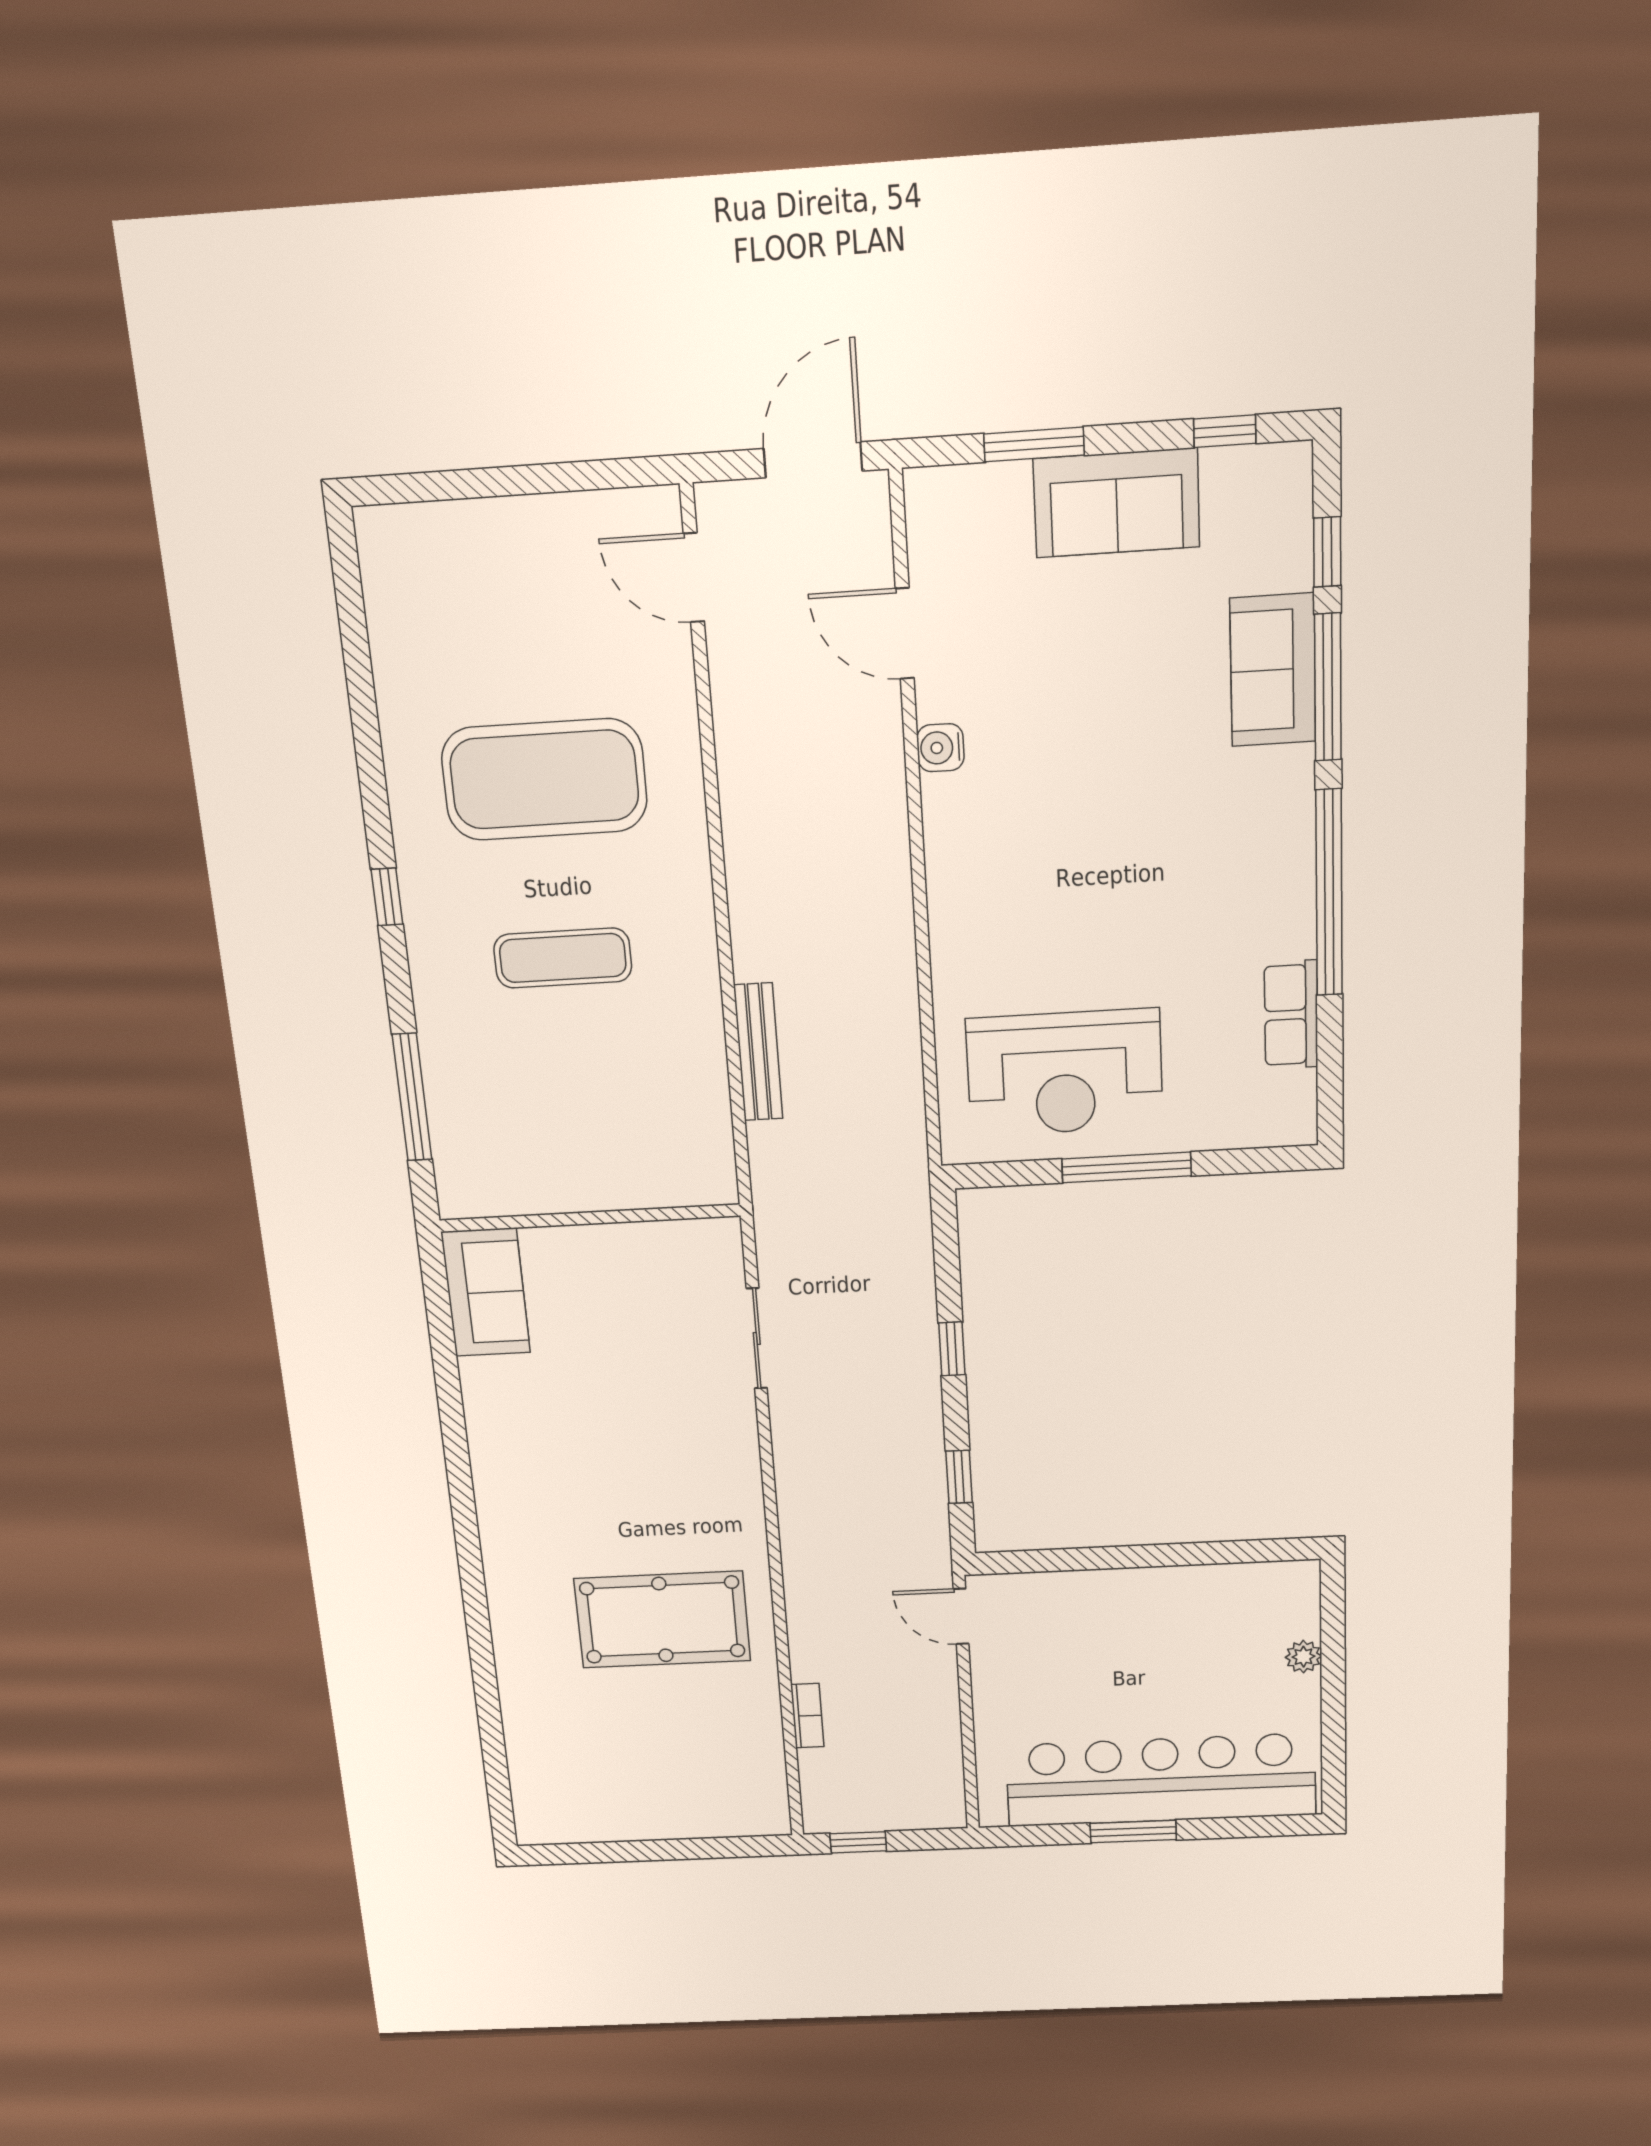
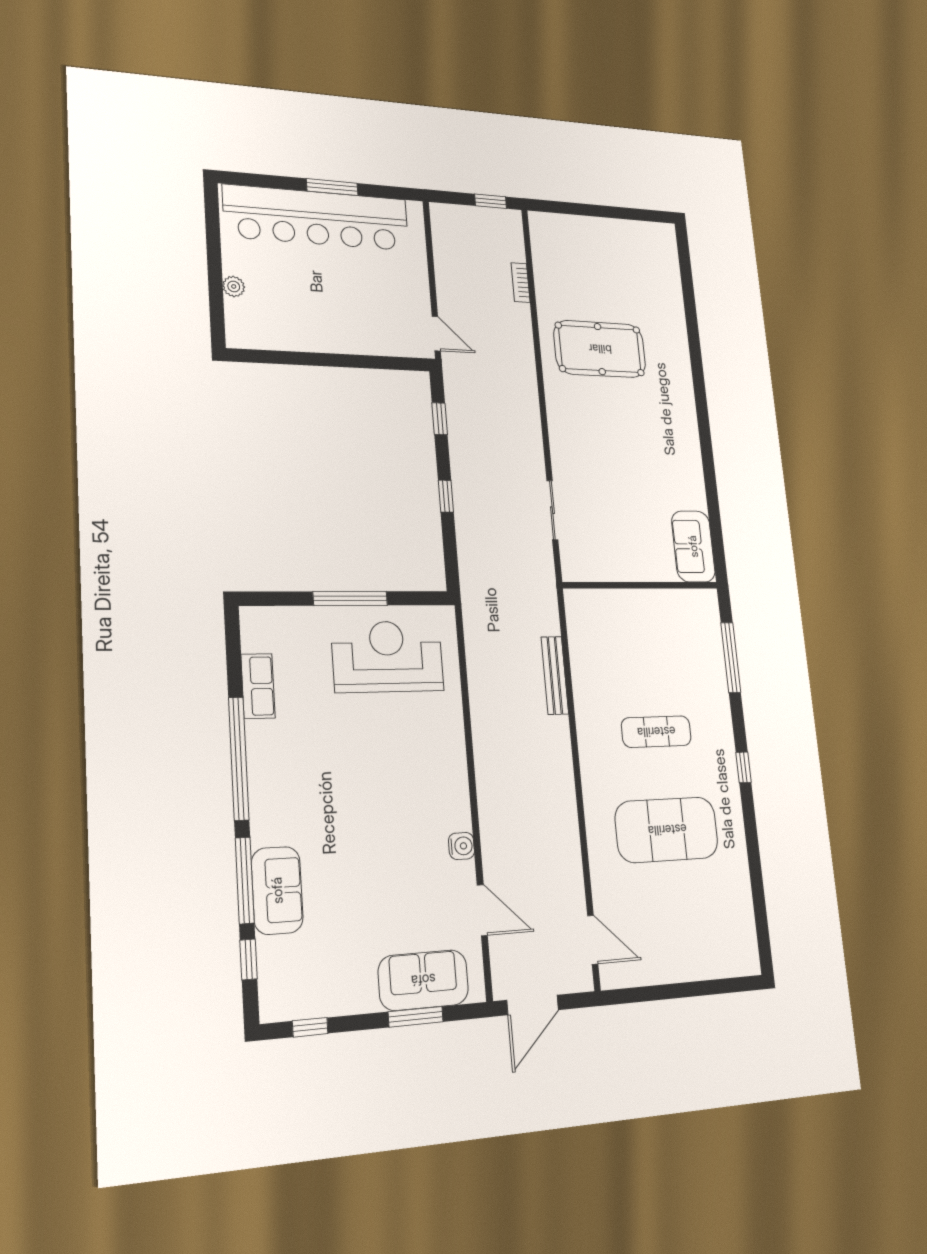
sofa: (1117, 503) -> (423, 980), moved

